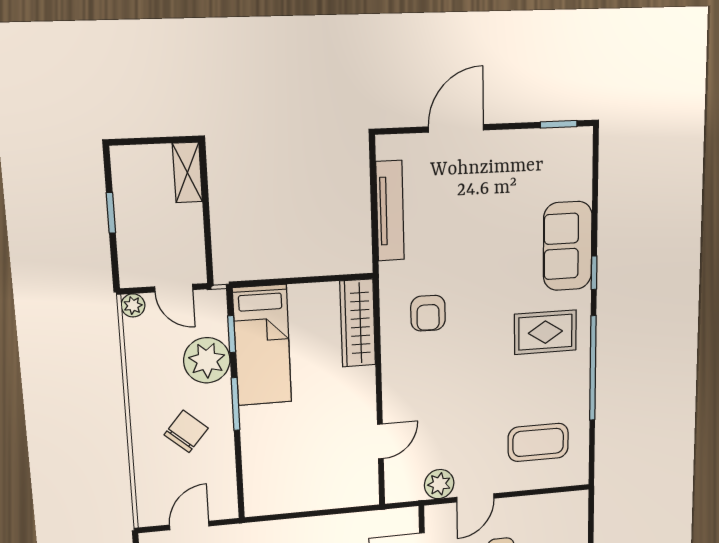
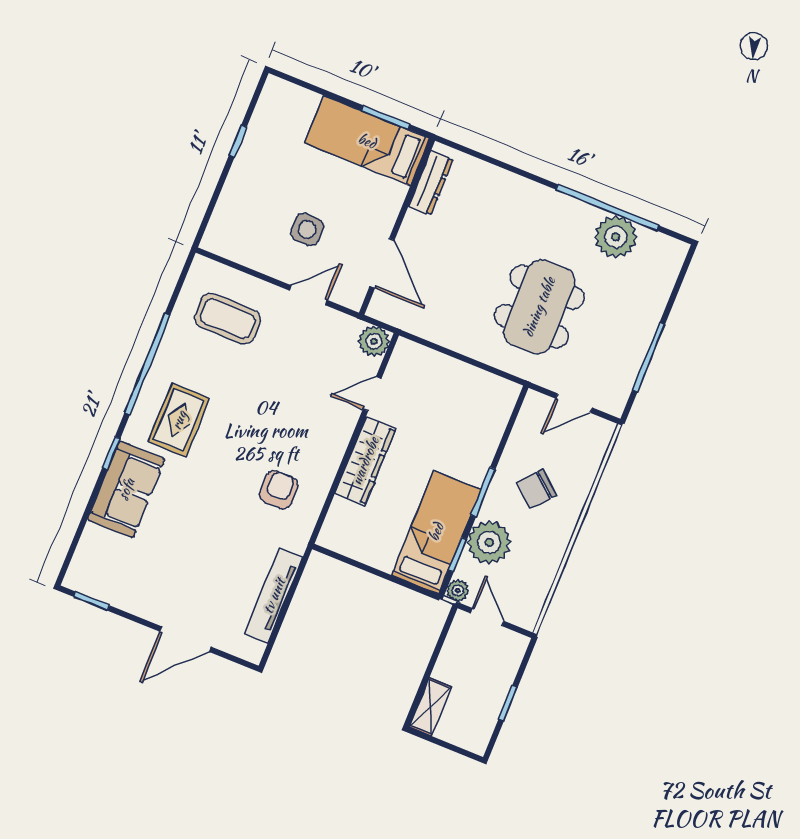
plant: (133, 305) -> (458, 590), moved
wardrobe: (358, 323) -> (365, 461), moved
rug: (545, 332) -> (179, 420), turned 90
plant: (439, 484) -> (374, 341), moved

